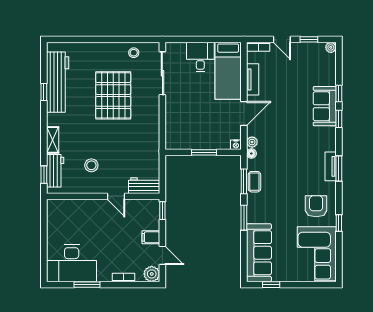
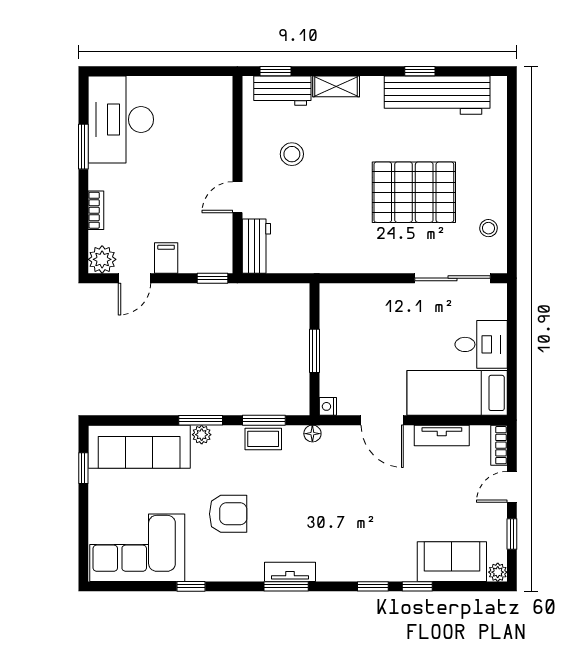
sofa: (325, 106) -> (452, 562), moved
plant: (252, 142) -> (202, 435), moved
armchair: (316, 206) -> (228, 514), moved

